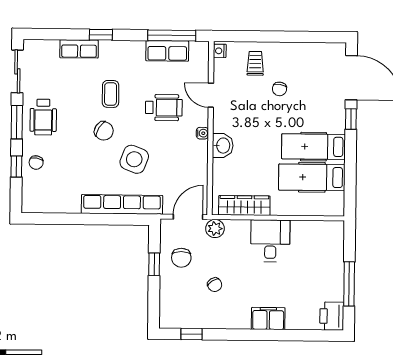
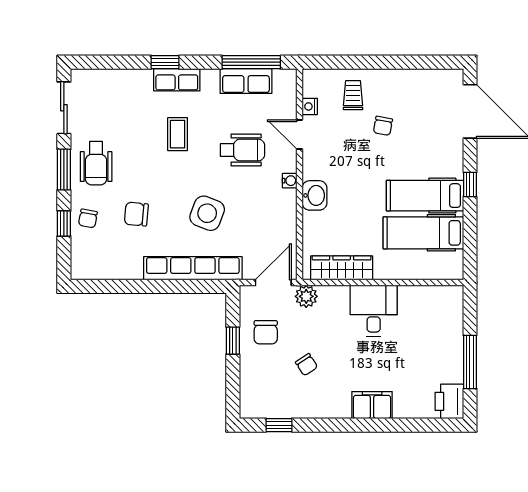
row of seats: (79, 49) -> (177, 80), moved
nightstand: (220, 51) -> (310, 106), moved
window: (351, 119) -> (470, 185), moved
chair: (104, 131) -> (136, 214), moved, turned 152

